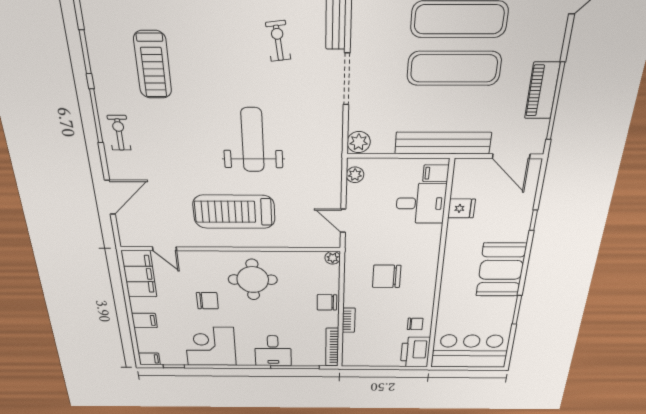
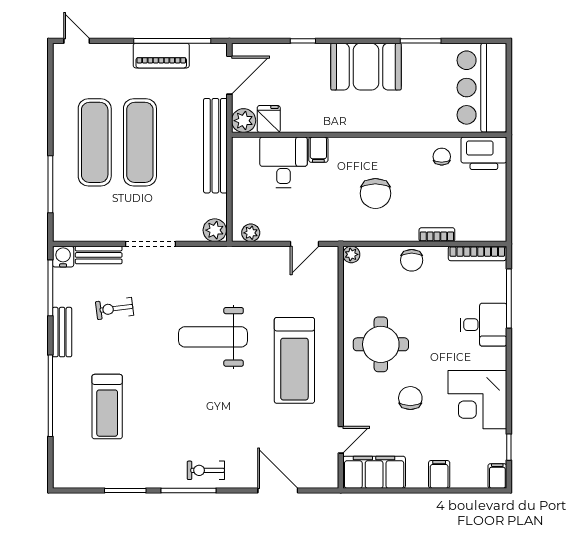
treadmill: (153, 65) -> (107, 407), moved, turned 90
plant: (465, 169) -> (244, 121), added
filing cabinet: (436, 173) -> (318, 150), moved
fridge: (462, 208) -> (269, 119), moved

